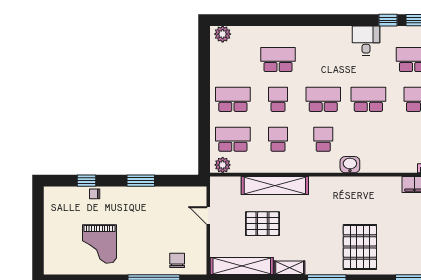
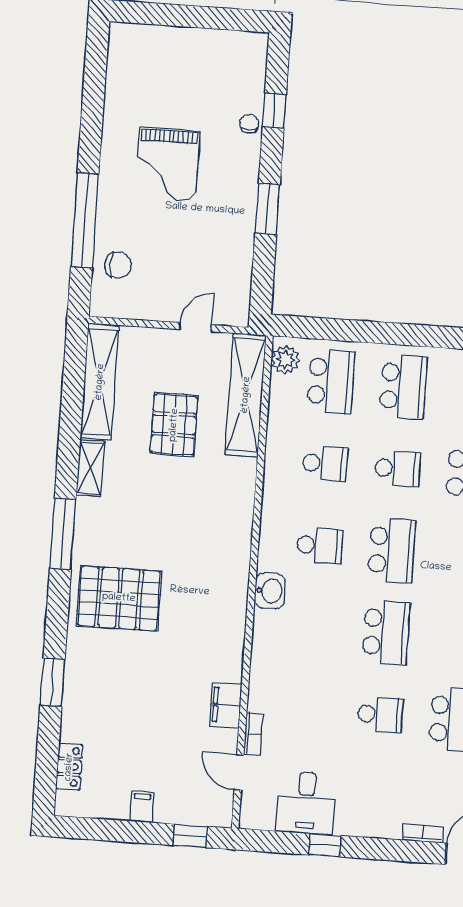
shelving: (275, 185) -> (246, 395), moved
grand piano: (100, 244) -> (167, 164), moved, turned -90

